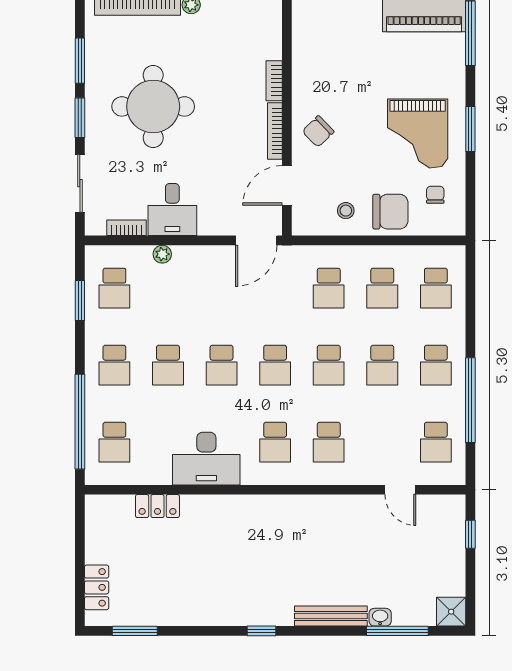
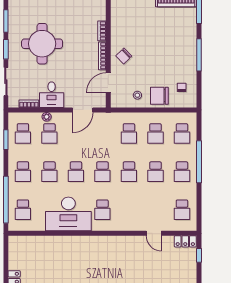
window: (470, 129) -> (199, 55), width x1.44
grand piano: (418, 133) -> (173, 57), removed
chair: (390, 212) -> (159, 96), turned 180
door: (256, 240) -> (83, 110), moved
window: (470, 400) -> (199, 162), moved
school desk: (329, 442) -> (49, 134), moved
desk: (206, 459) -> (68, 214), width x1.36, depth x1.30
door: (400, 490) -> (154, 233), moved
locker: (157, 506) -> (185, 241), moved

